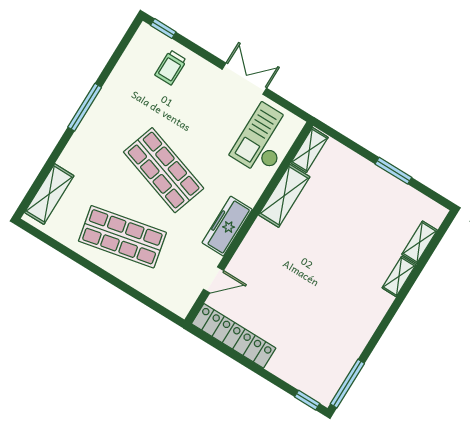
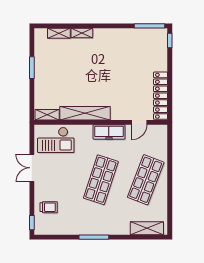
shelving: (284, 196) -> (85, 113), width x1.47
shop shelf: (122, 237) -> (146, 180), turned 33
door: (214, 280) -> (139, 122), swing flipped

